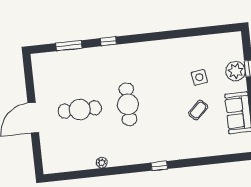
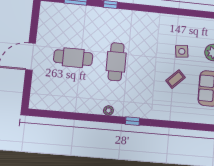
plant: (102, 163) -> (108, 111), moved

